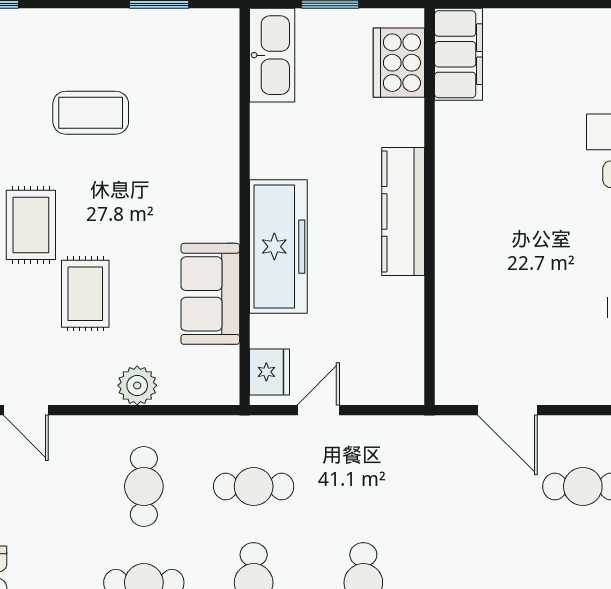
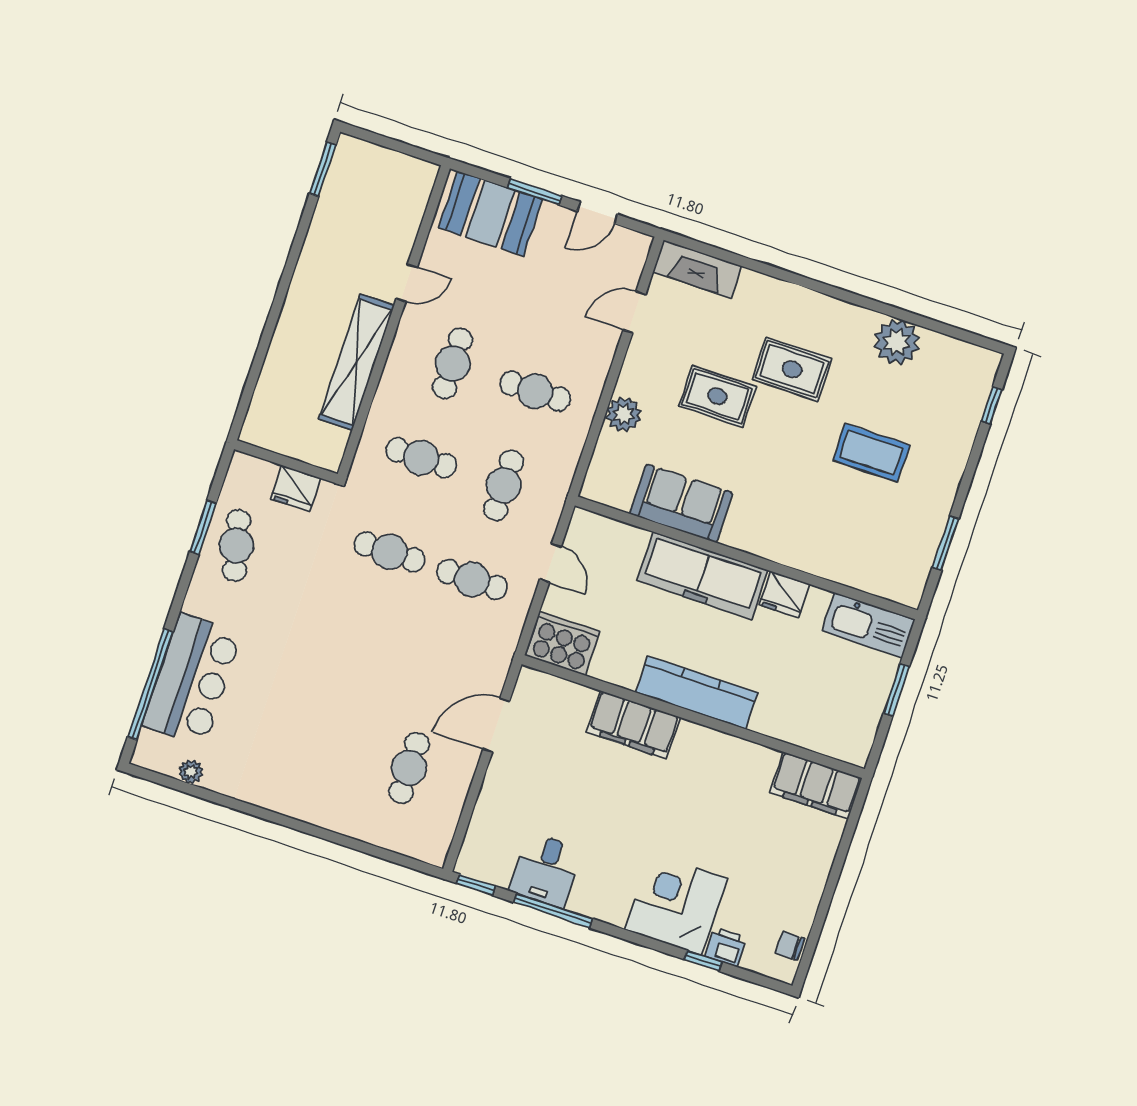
cooker: (399, 63) -> (562, 644), moved
coffee table: (91, 113) -> (871, 453), turned 90
filing cabinet: (459, 267) -> (633, 725), added
fridge: (270, 372) -> (785, 595), moved
cafe table: (363, 486) -> (472, 579), added

